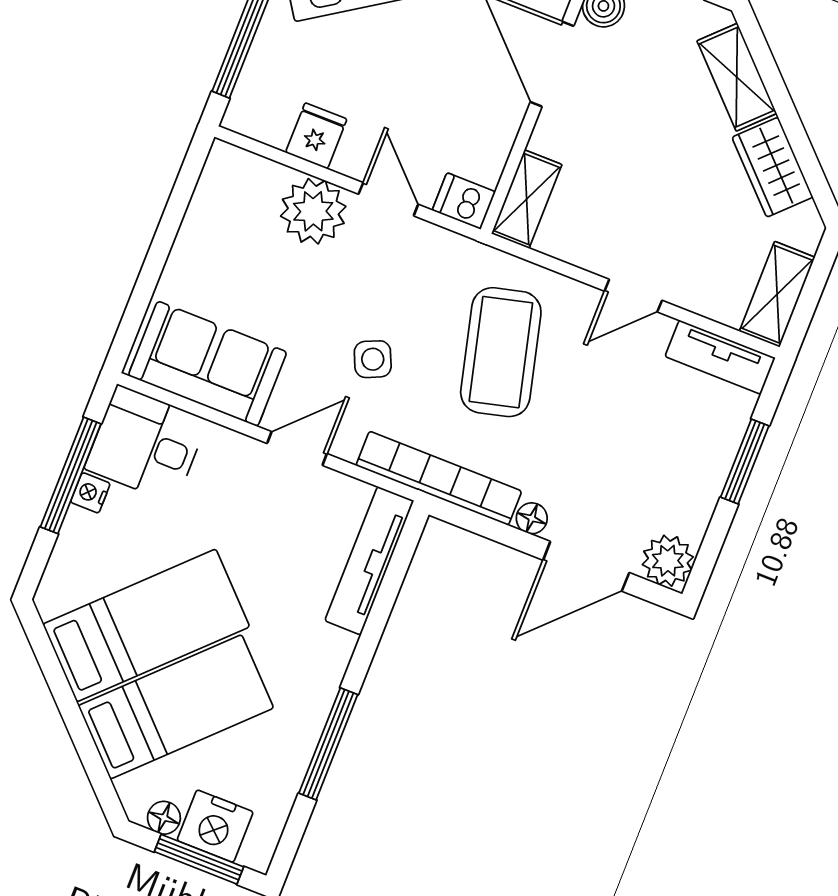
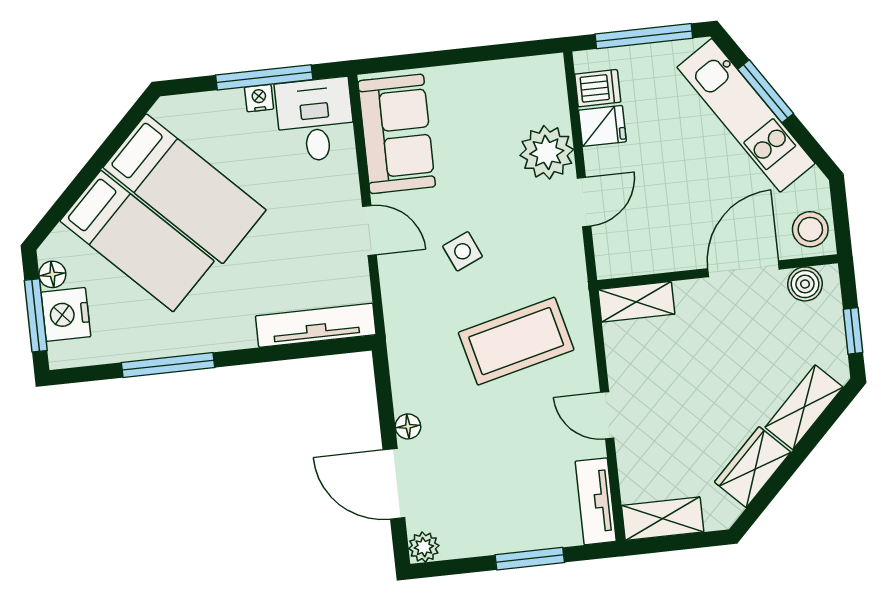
dishwasher: (464, 201) -> (598, 88), moved, turned 90
bookcase: (439, 478) -> (402, 344), removed
plant: (668, 561) -> (424, 547), width x0.73, depth x0.73

